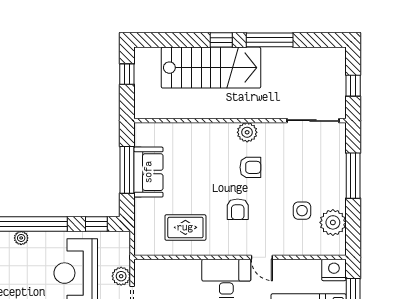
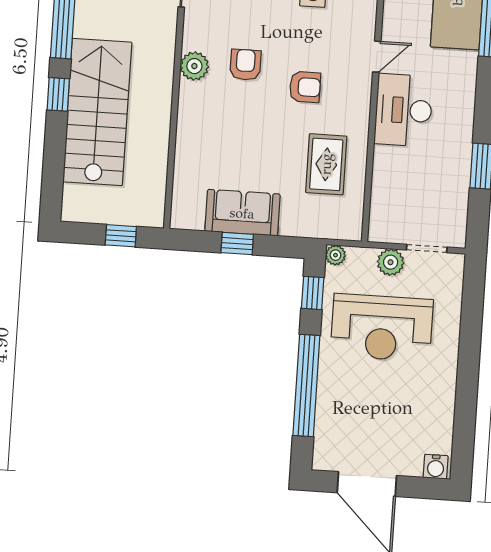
window: (127, 74) -> (121, 236), moved
window: (127, 170) -> (237, 244), width x0.46
plant: (21, 238) -> (335, 255), moved

